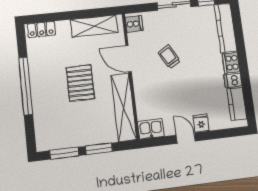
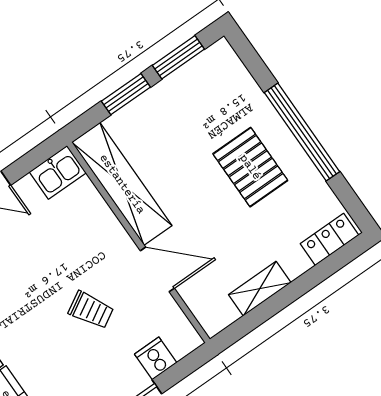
cooker: (134, 24) -> (156, 358), moved, turned 90
shelving: (94, 26) -> (260, 289), width x0.67, depth x0.75
pallet: (80, 83) -> (250, 167), moved

